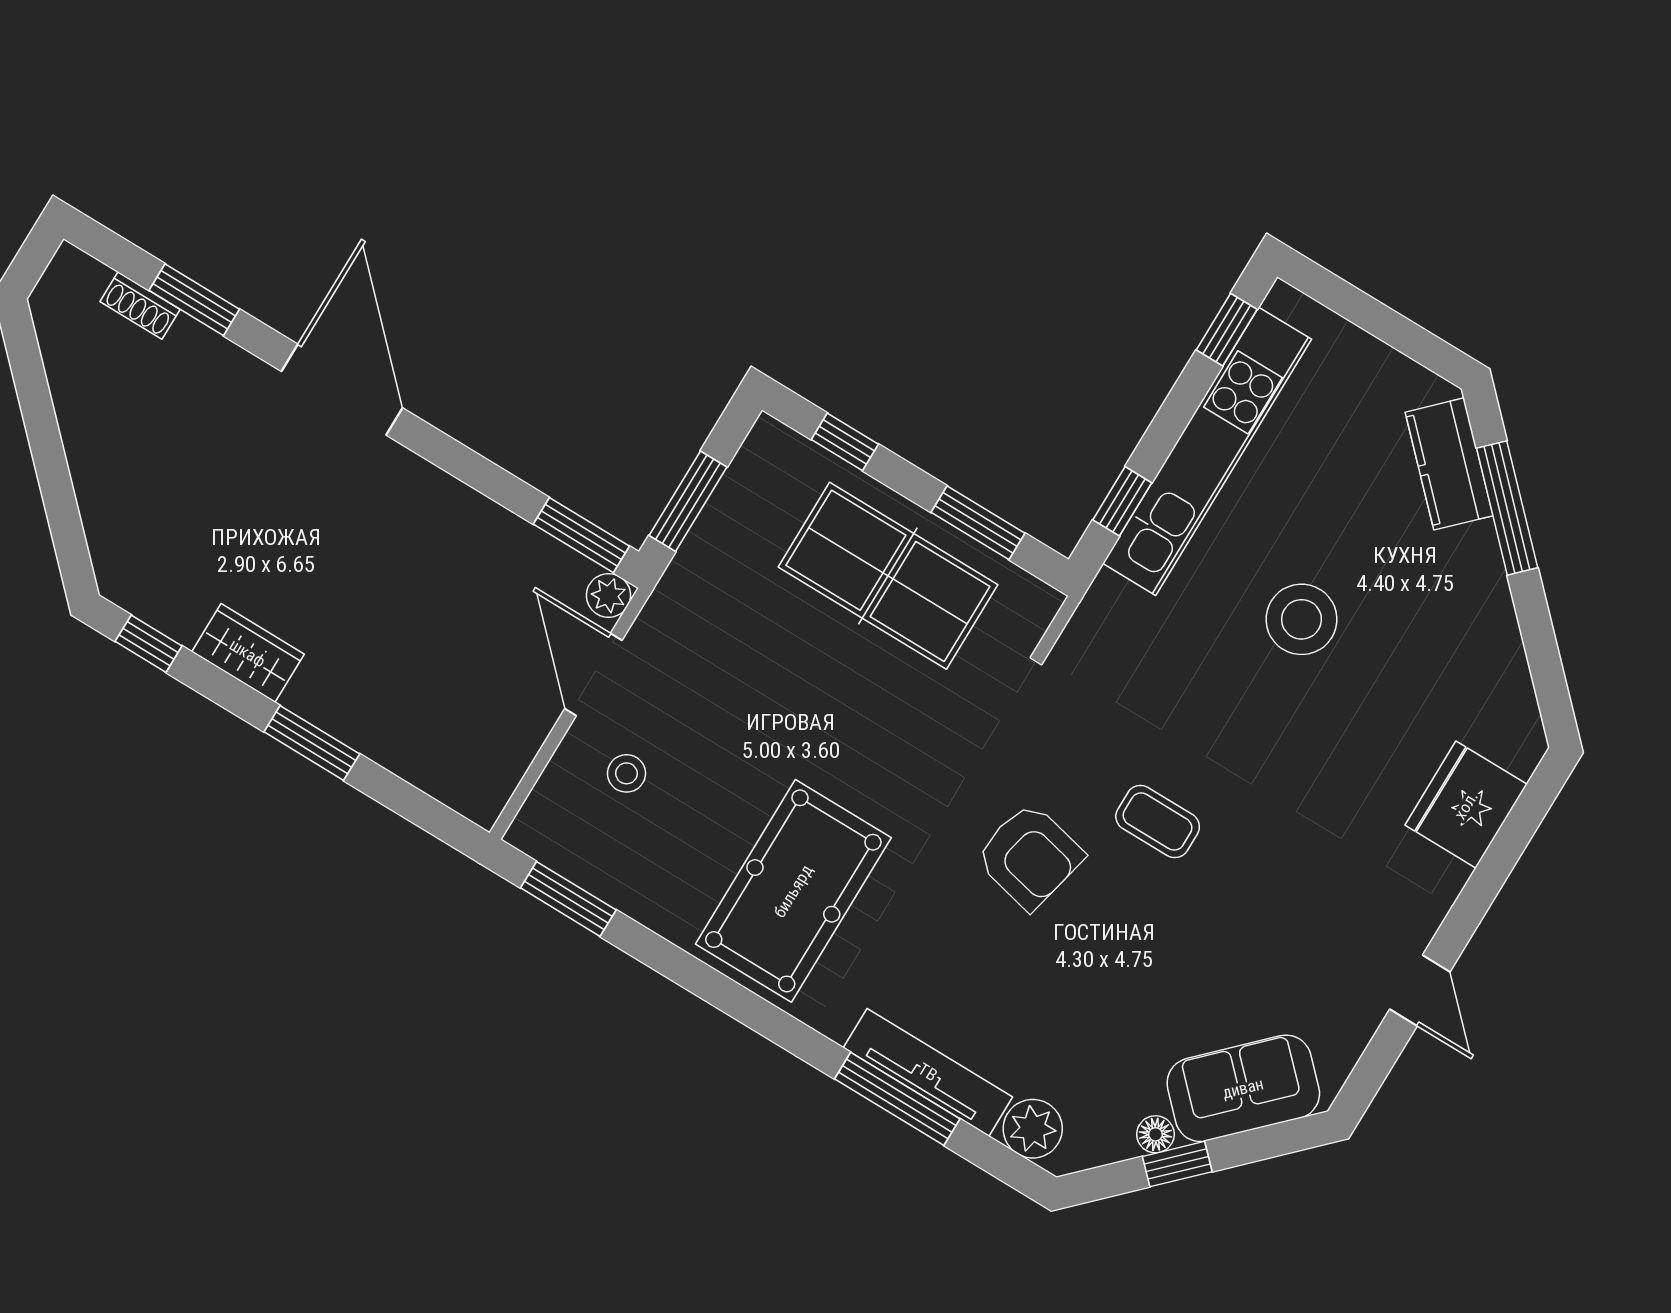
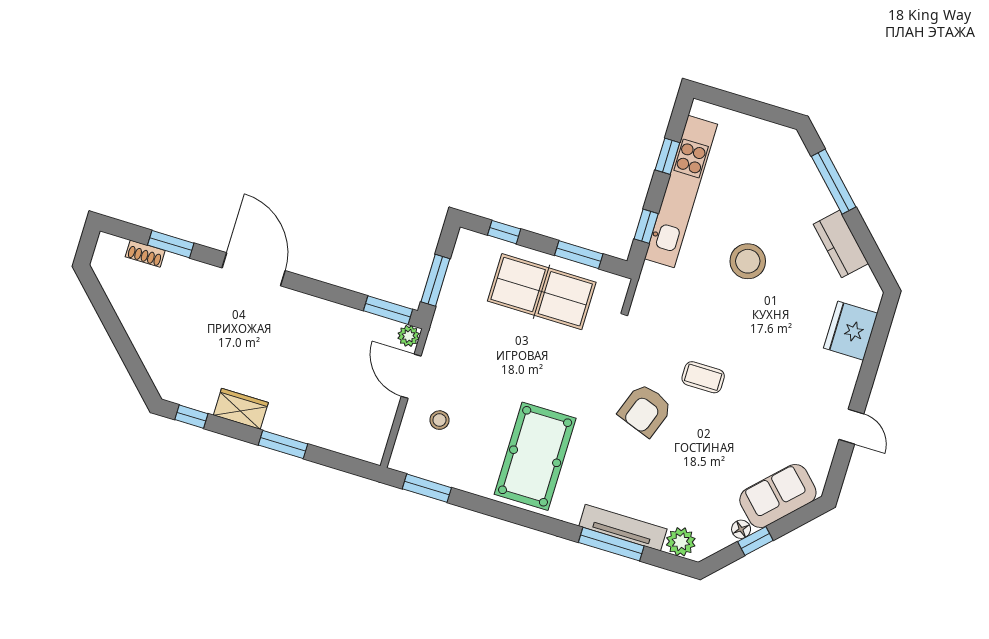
window: (1227, 330) -> (667, 156), moved
kitchen counter: (1449, 464) -> (841, 244), moved
armchair: (1029, 856) -> (645, 410), turned 97

